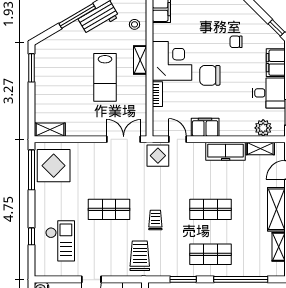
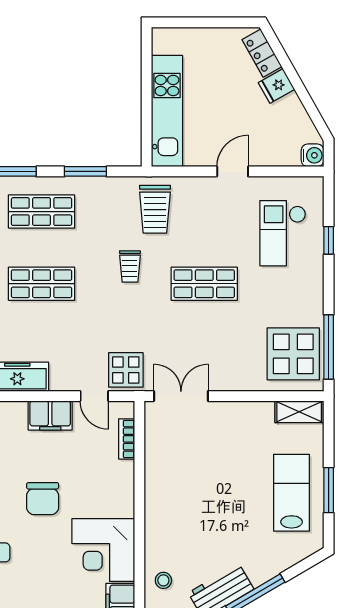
shelving: (140, 60) -> (155, 523), removed
corner desk: (172, 61) -> (103, 550), moved
window: (32, 68) -> (329, 490), moved
chair: (210, 75) -> (43, 499), turned 90
lab bench: (105, 77) -> (292, 493), moved
bookcase: (157, 94) -> (127, 439), moved
double door: (124, 139) -> (181, 396), swing flipped

